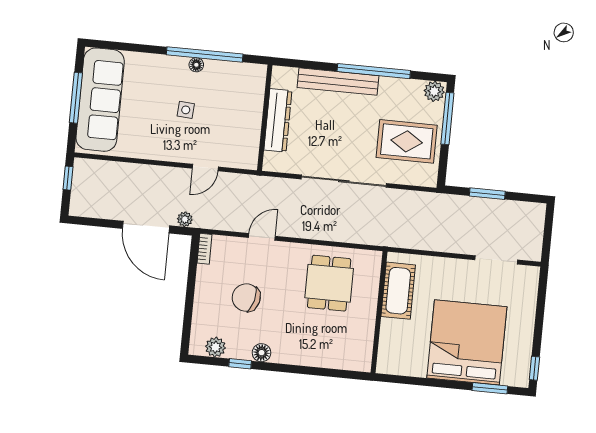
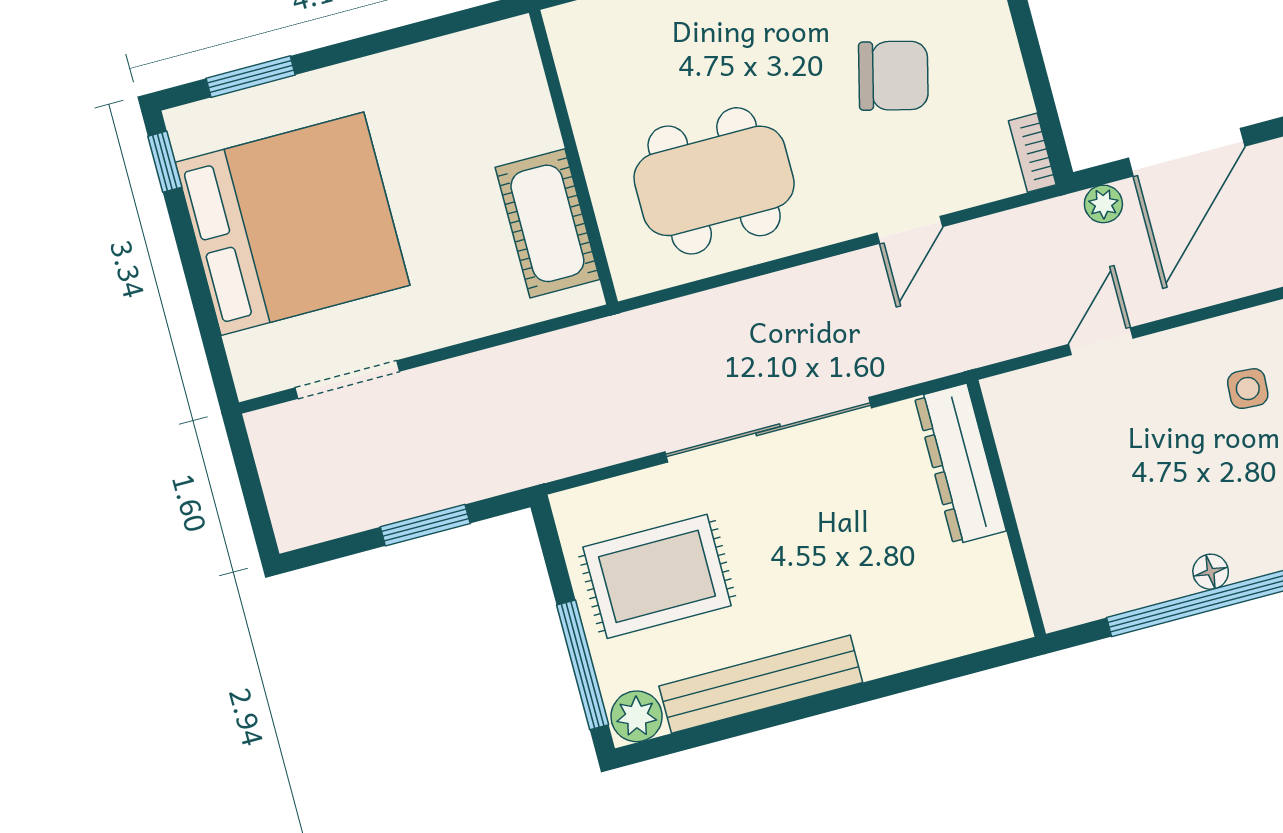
window: (374, 71) -> (794, 711), removed
bench: (338, 82) -> (761, 684), moved
side table: (186, 110) -> (1248, 389), moved
dresser: (278, 120) -> (960, 464), moved
door: (146, 227) -> (1187, 152), swing flipped
dining table: (329, 283) -> (714, 181), width x1.38
bed: (467, 342) -> (292, 224), moved, turned -90

